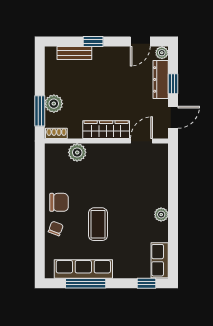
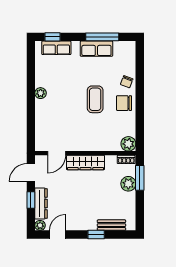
plant: (77, 152) -> (128, 144), moved
coffee table: (98, 224) -> (95, 99), moved
row of seats: (160, 260) -> (56, 48), moved, turned 90
row of seats: (83, 269) -> (96, 49), width x0.68

